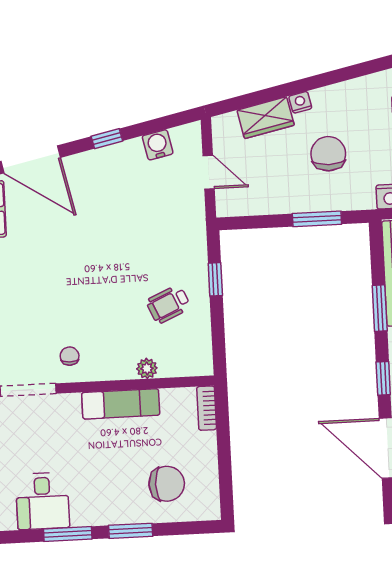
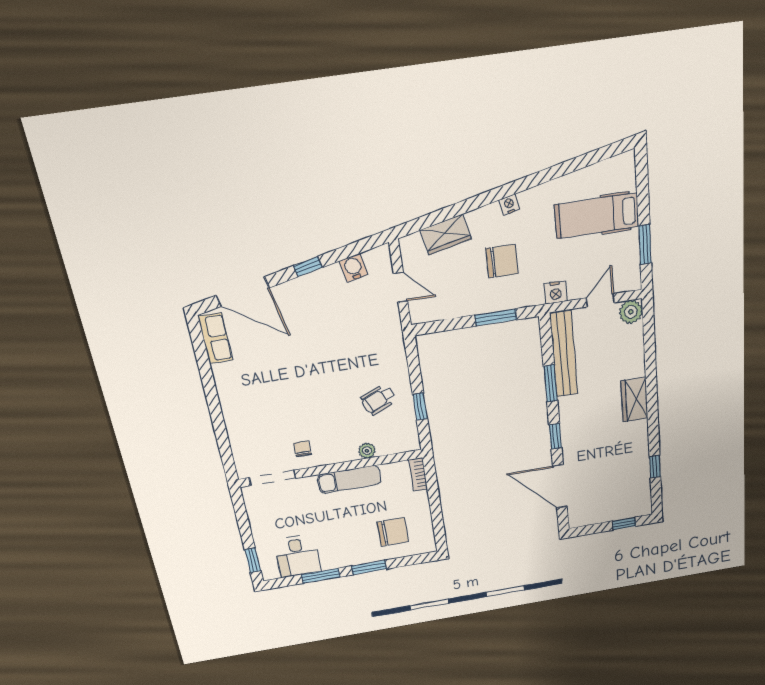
nightstand: (300, 102) -> (509, 205), moved
chair: (328, 154) -> (502, 261), turned 90
window: (215, 279) -> (420, 407), moved

